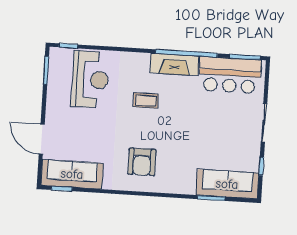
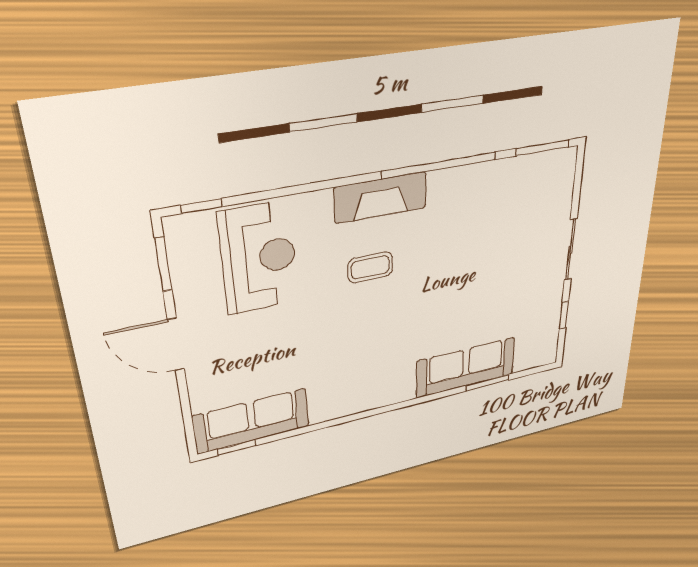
fireplace: (174, 64) -> (381, 198), moved
bar counter: (230, 75) -> (517, 186), removed
door: (42, 139) -> (176, 345), moved
armchair: (142, 162) -> (373, 366), removed
sofa: (227, 184) -> (466, 368), moved

